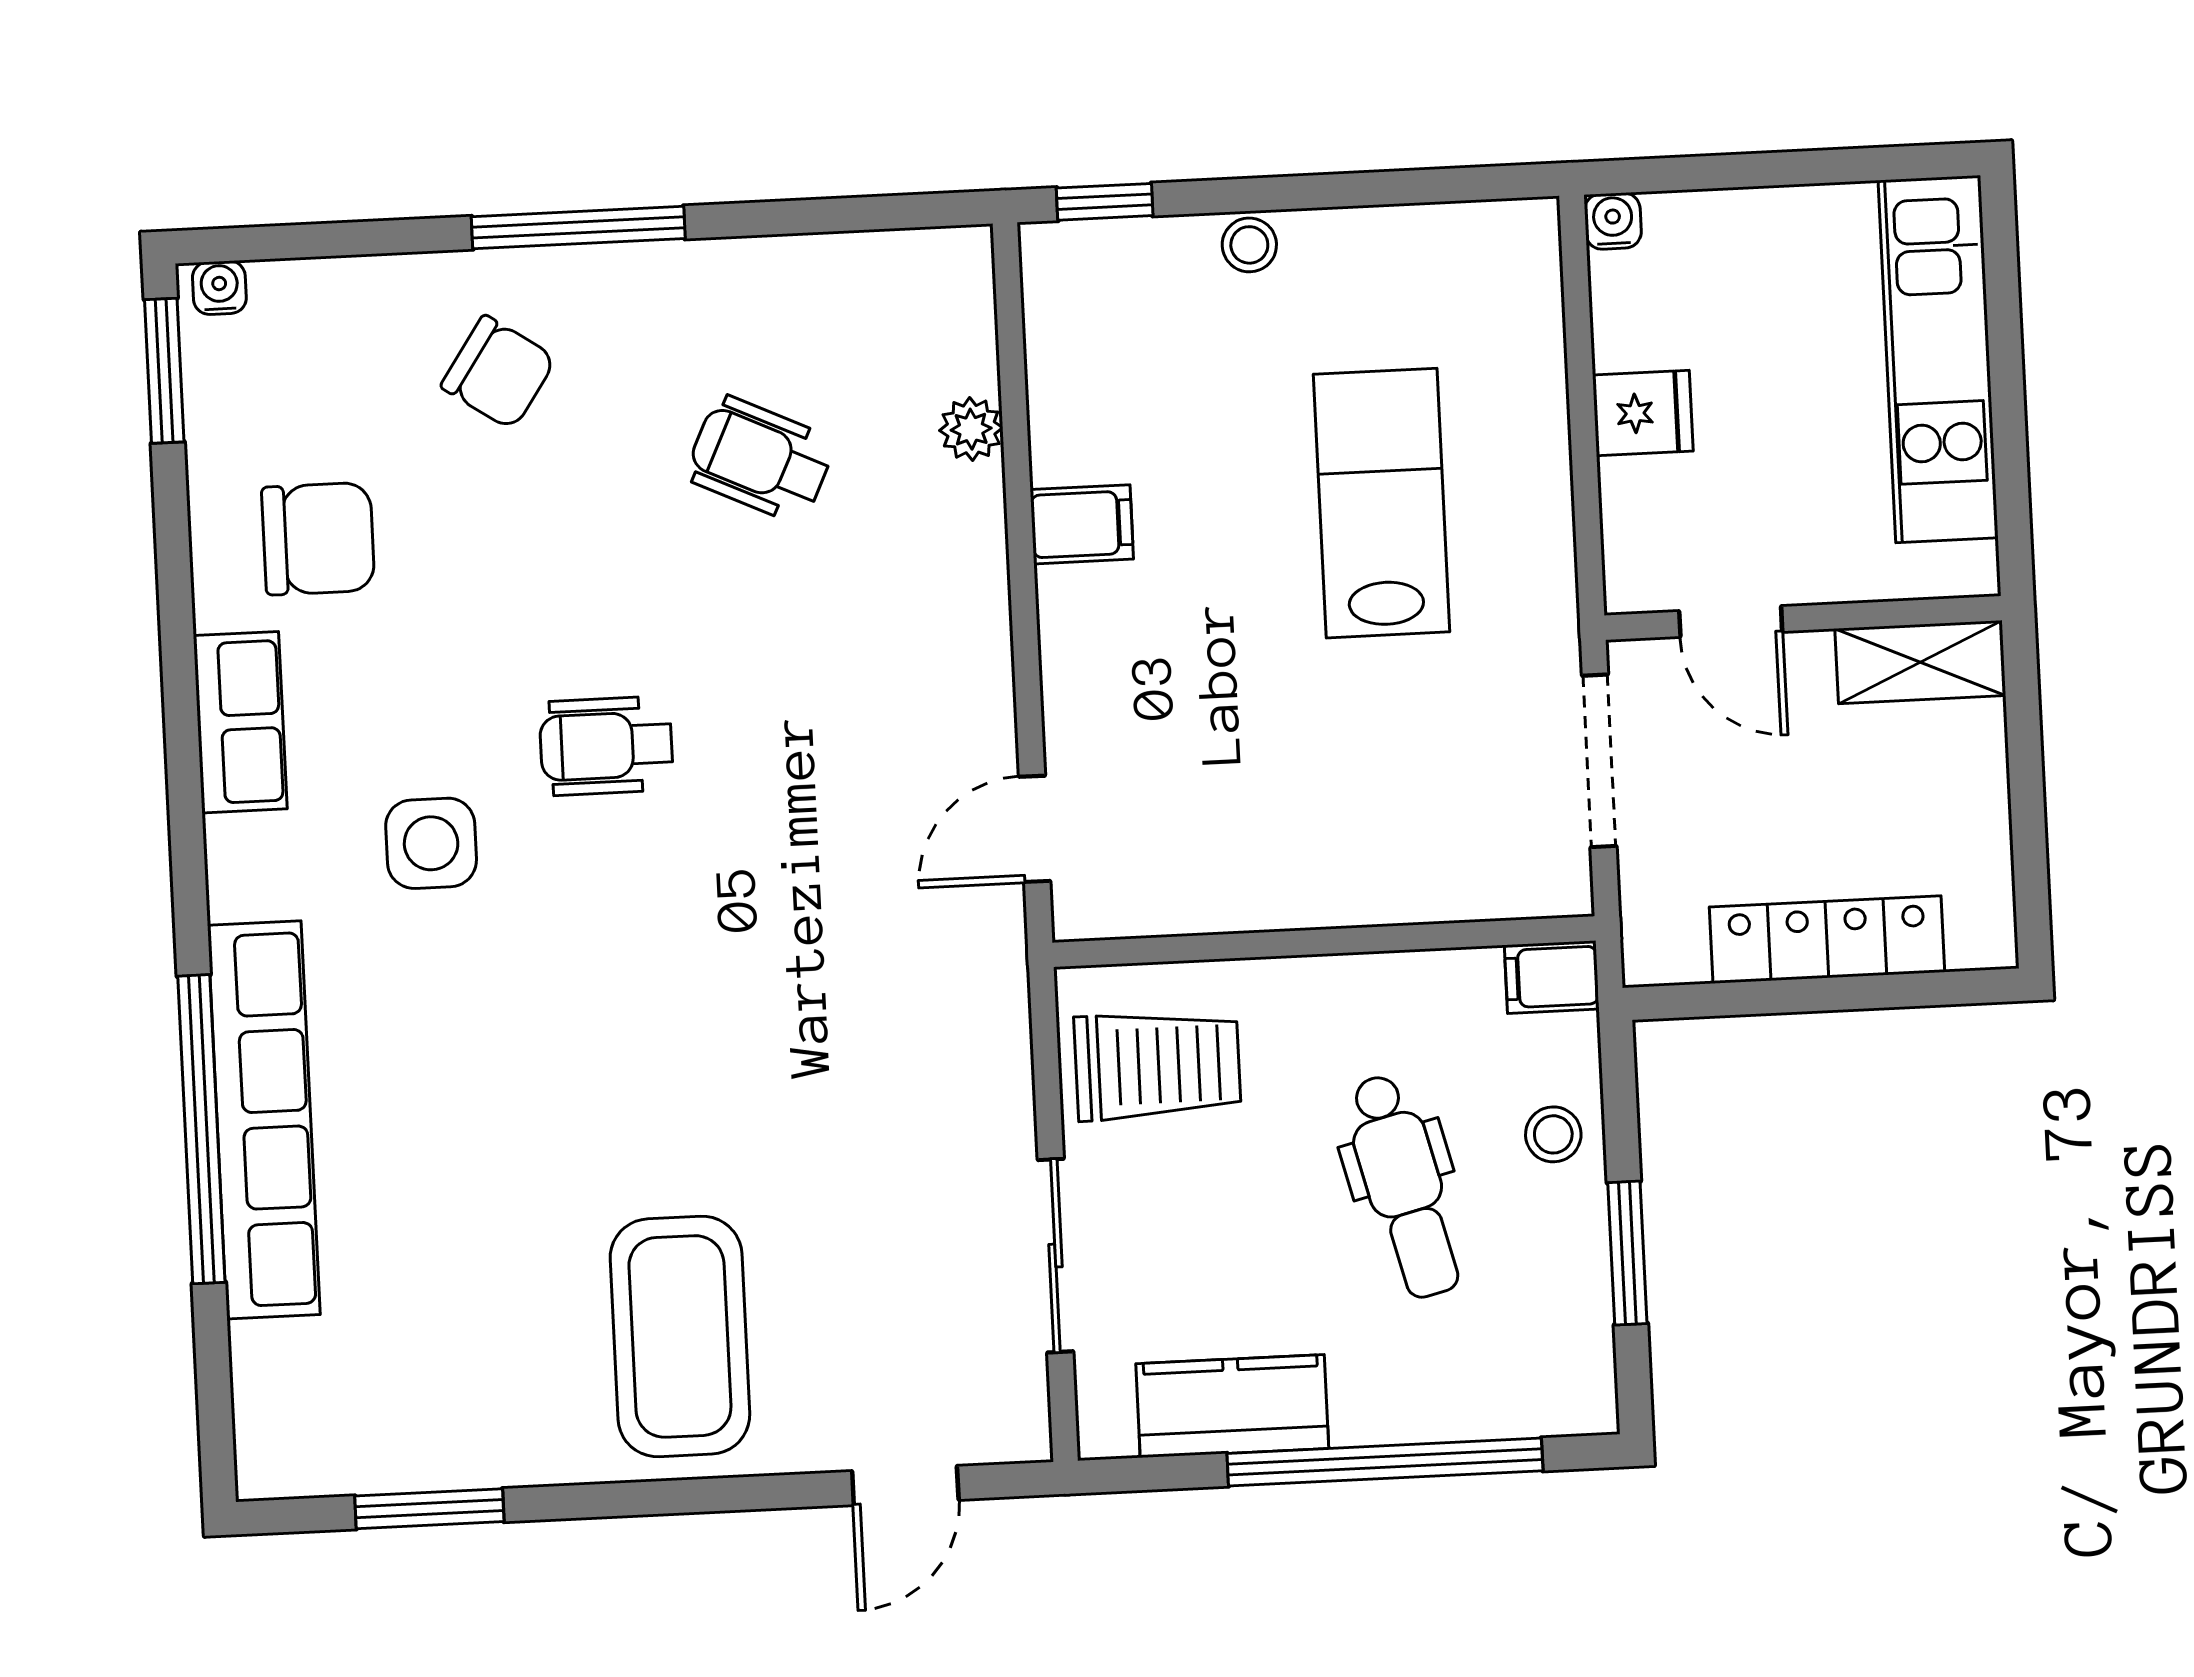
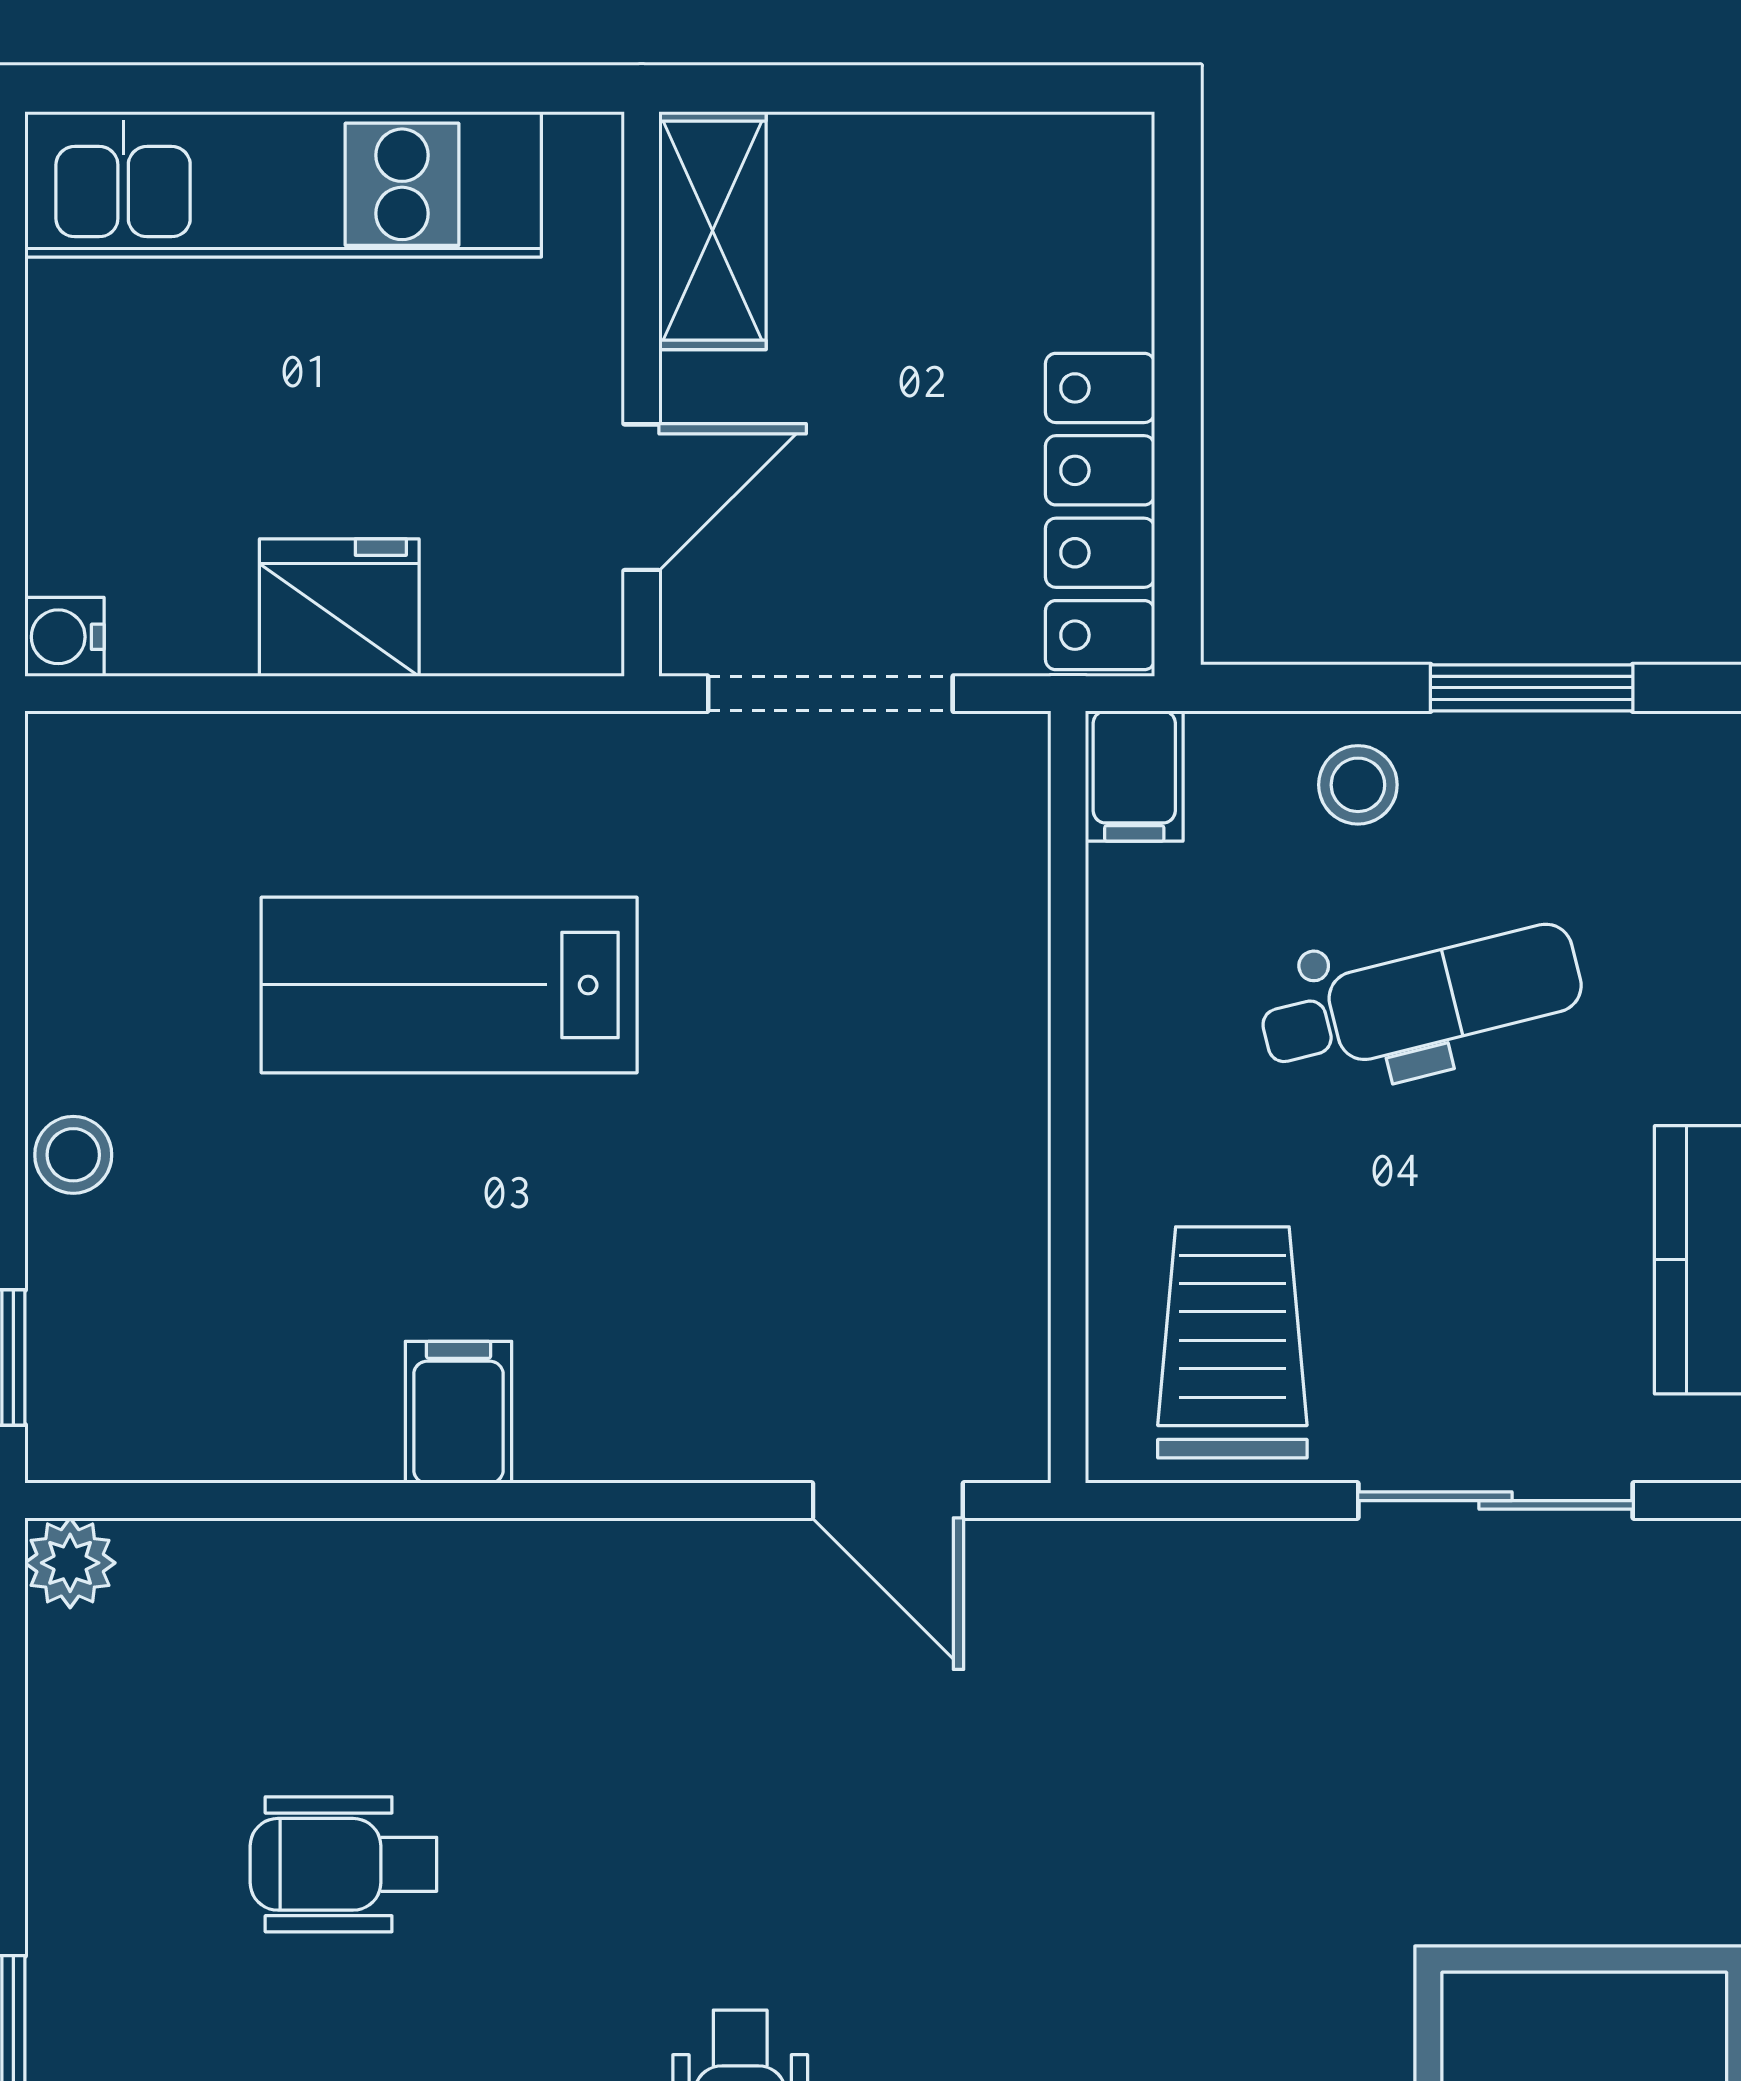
fridge: (1643, 413) -> (339, 608), width x1.38
plant: (971, 429) -> (70, 1563), moved
wheelchair: (760, 459) -> (343, 1864), turned 65
locker: (1827, 939) -> (1100, 512), moved

